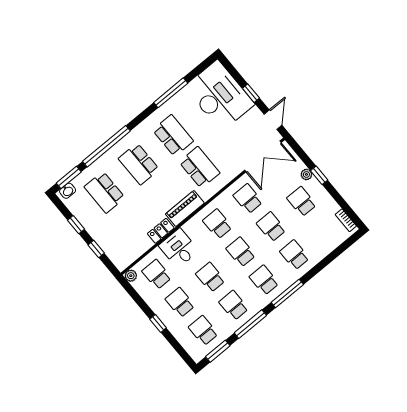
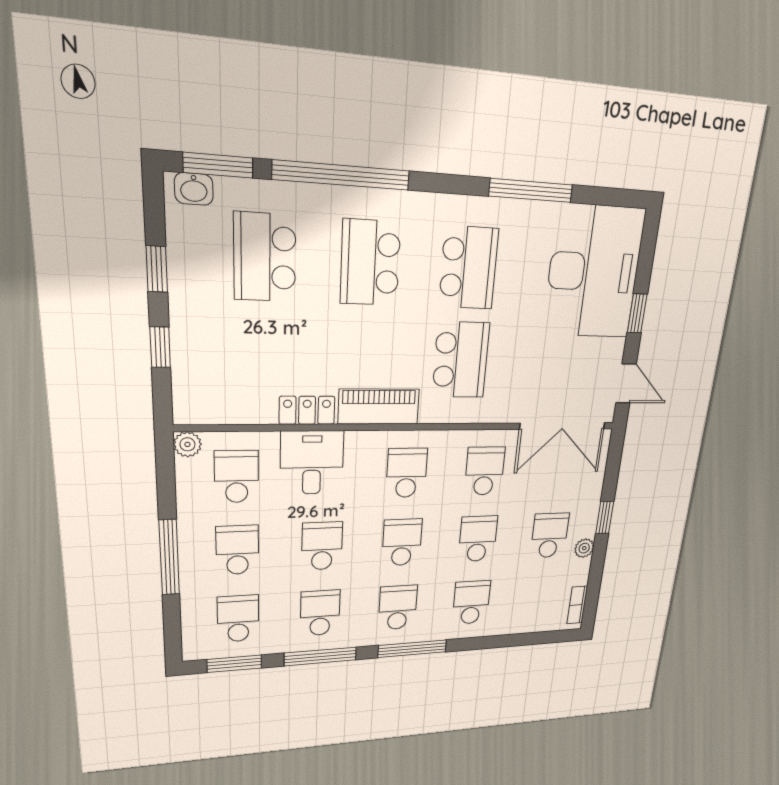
door: (273, 120) -> (626, 383), hinge flipped
plant: (306, 174) -> (584, 548), moved
window: (158, 324) -> (169, 558), width x2.17

